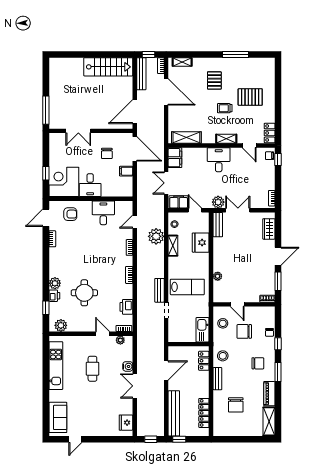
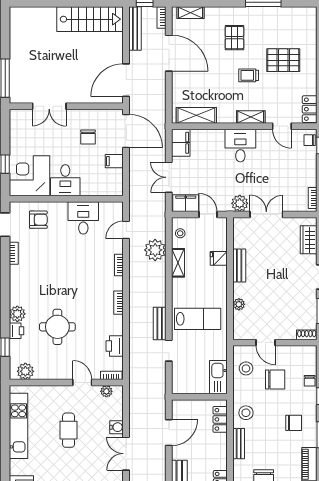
bench: (218, 225) -> (239, 265), moved
fridge: (201, 243) -> (219, 258), width x0.53, depth x0.75
chair: (244, 331) -> (275, 379), turned 180

